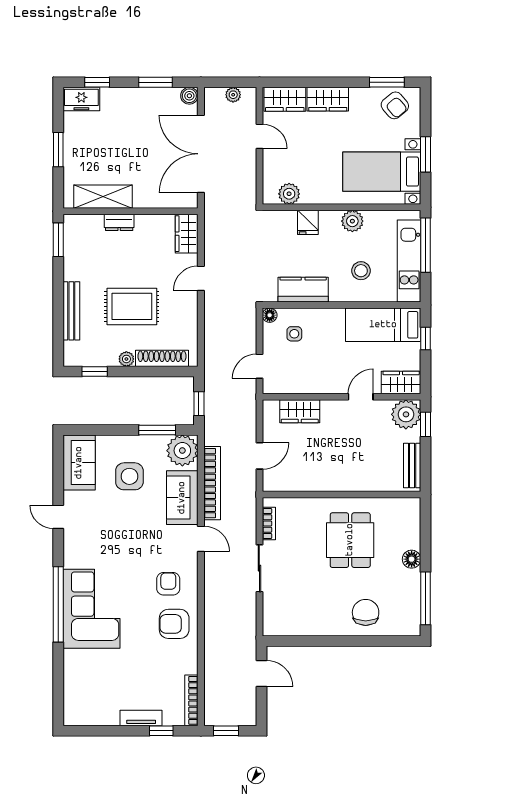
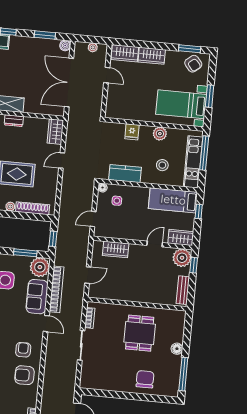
plant: (289, 194) -> (122, 113), removed

